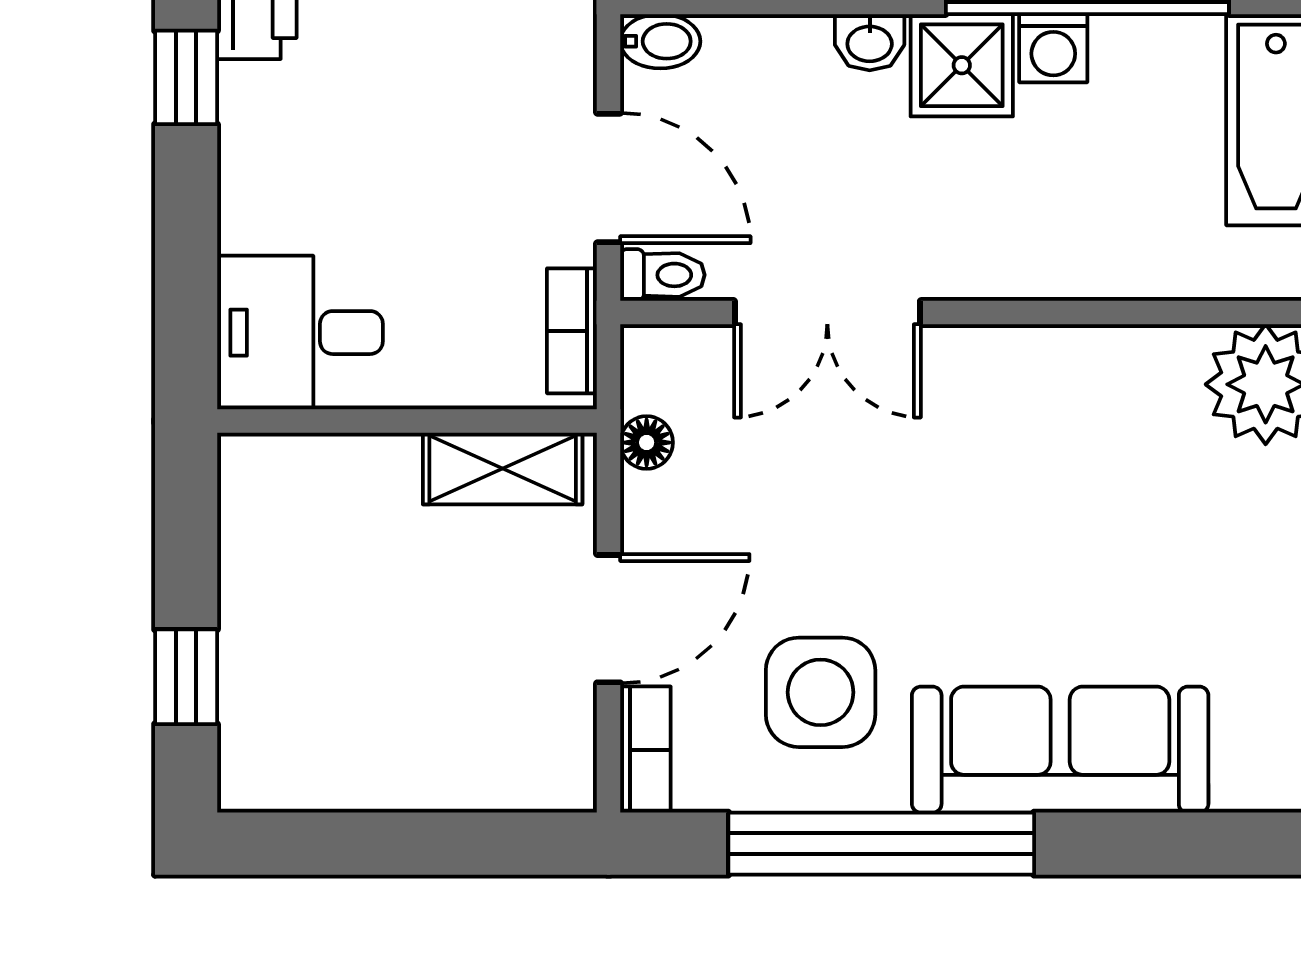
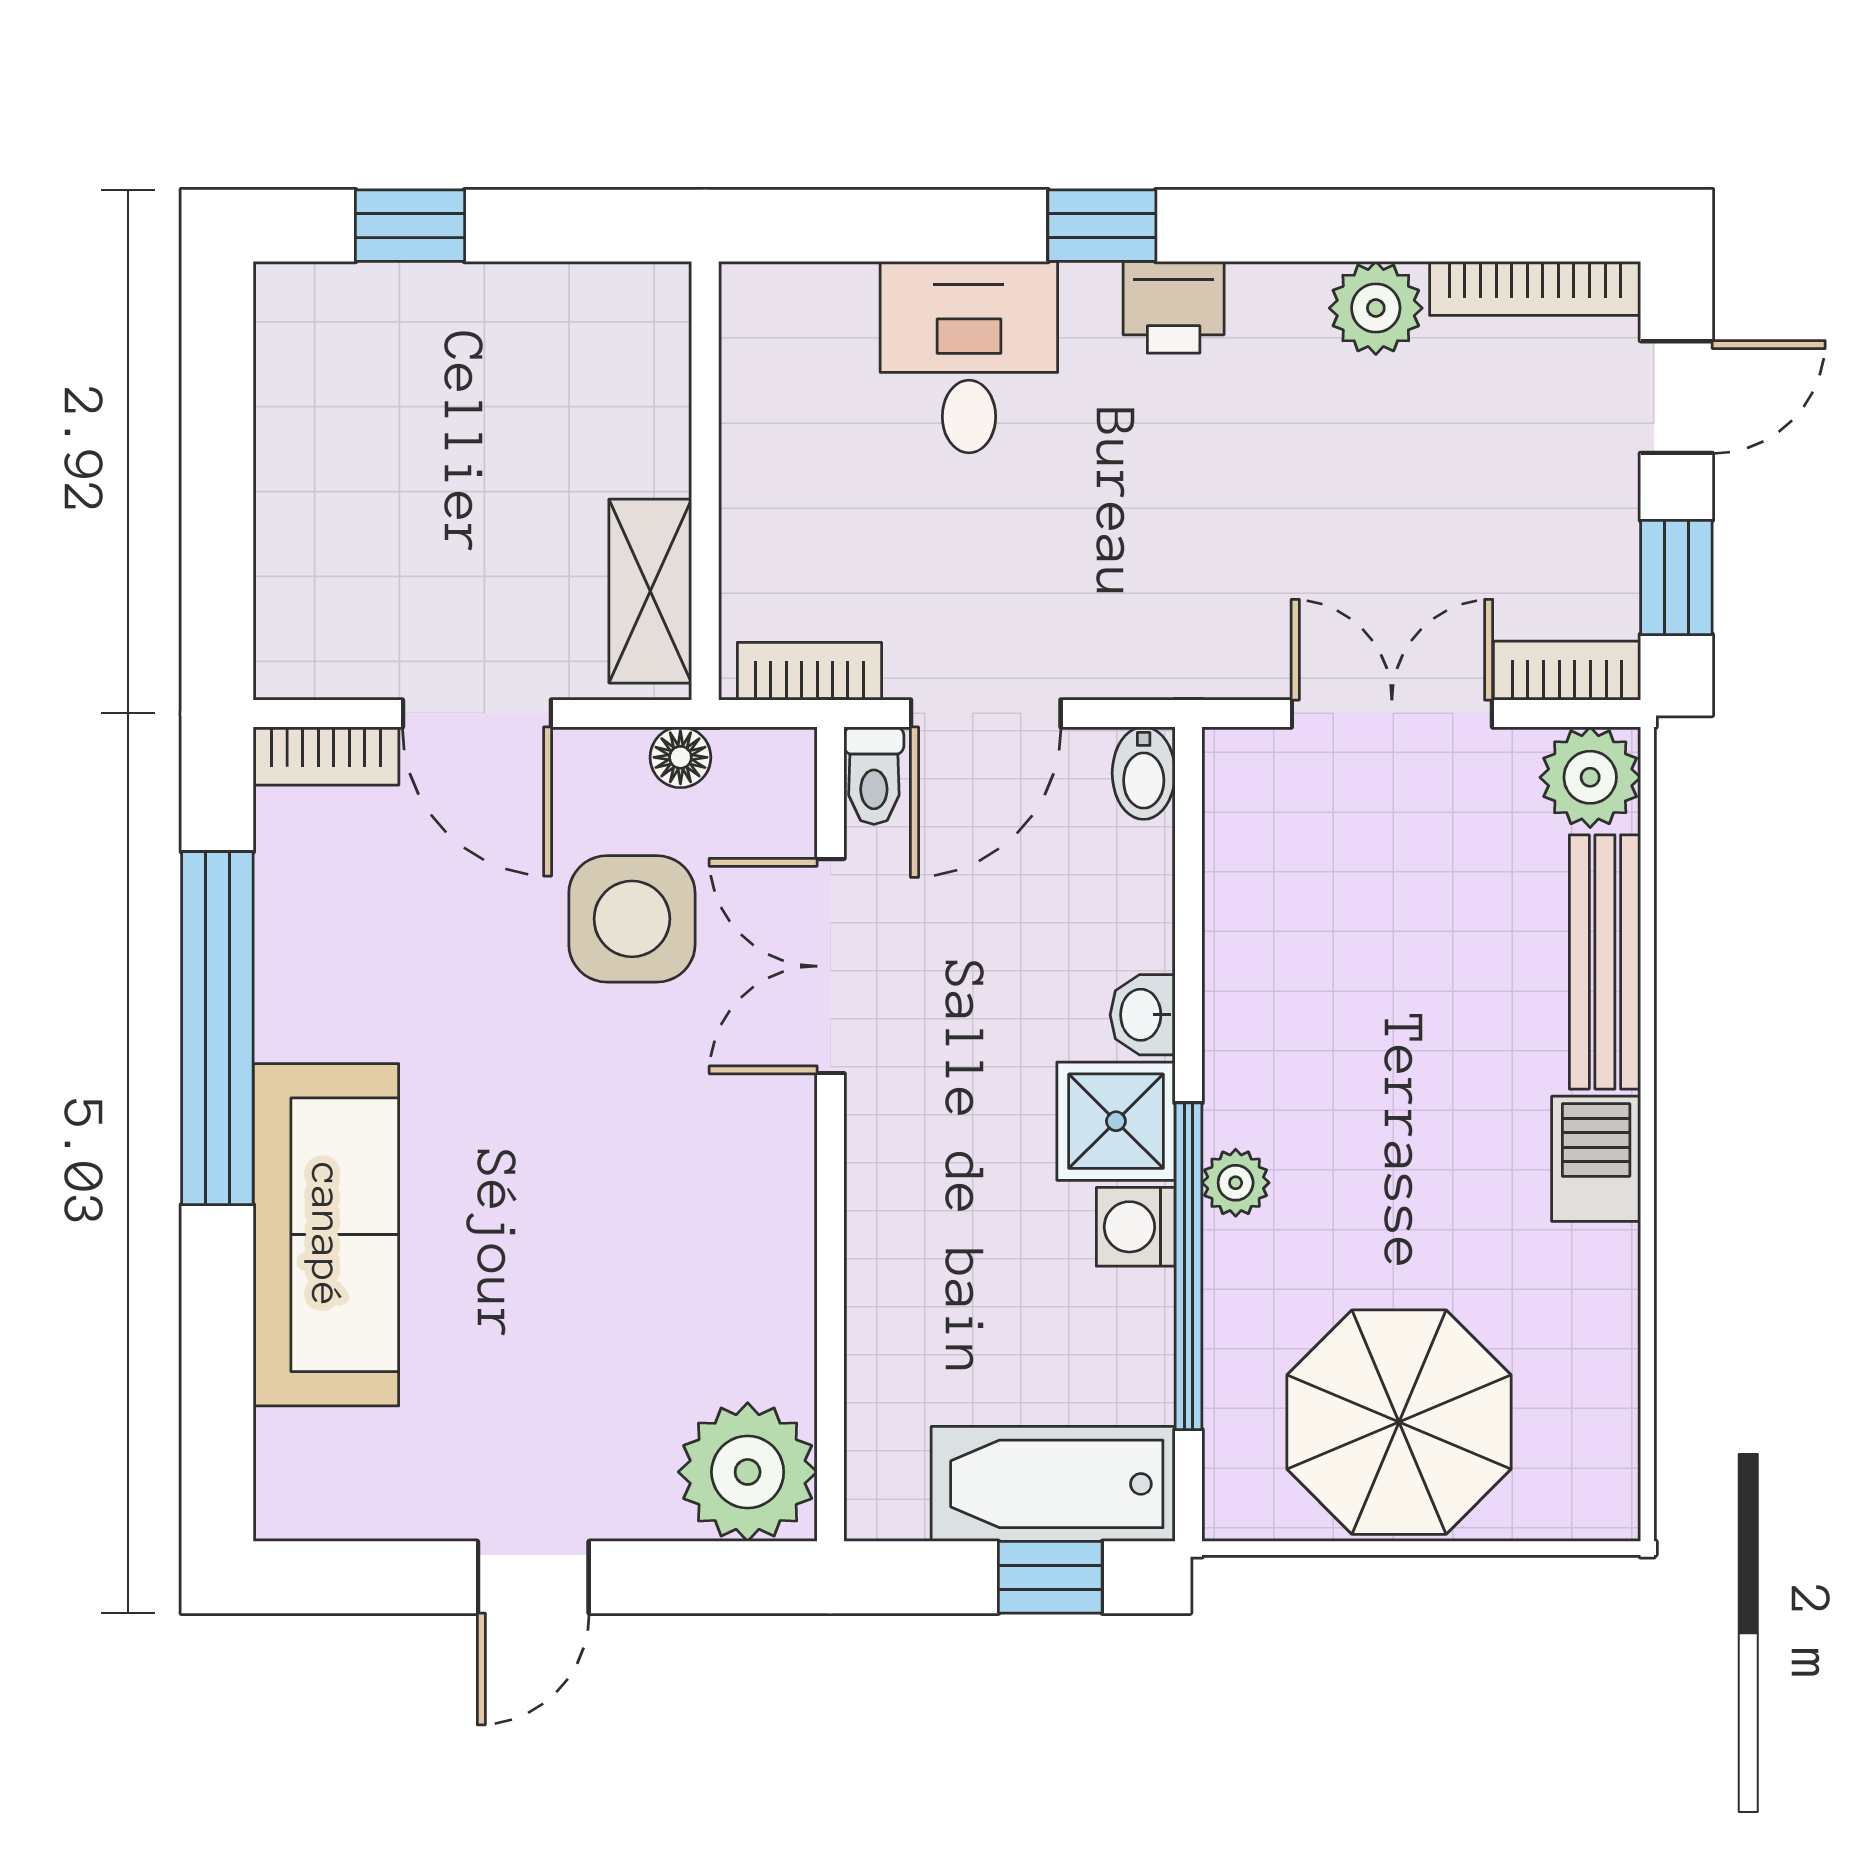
desk: (300, 333) -> (969, 357), moved
side table: (821, 692) -> (632, 919), moved

